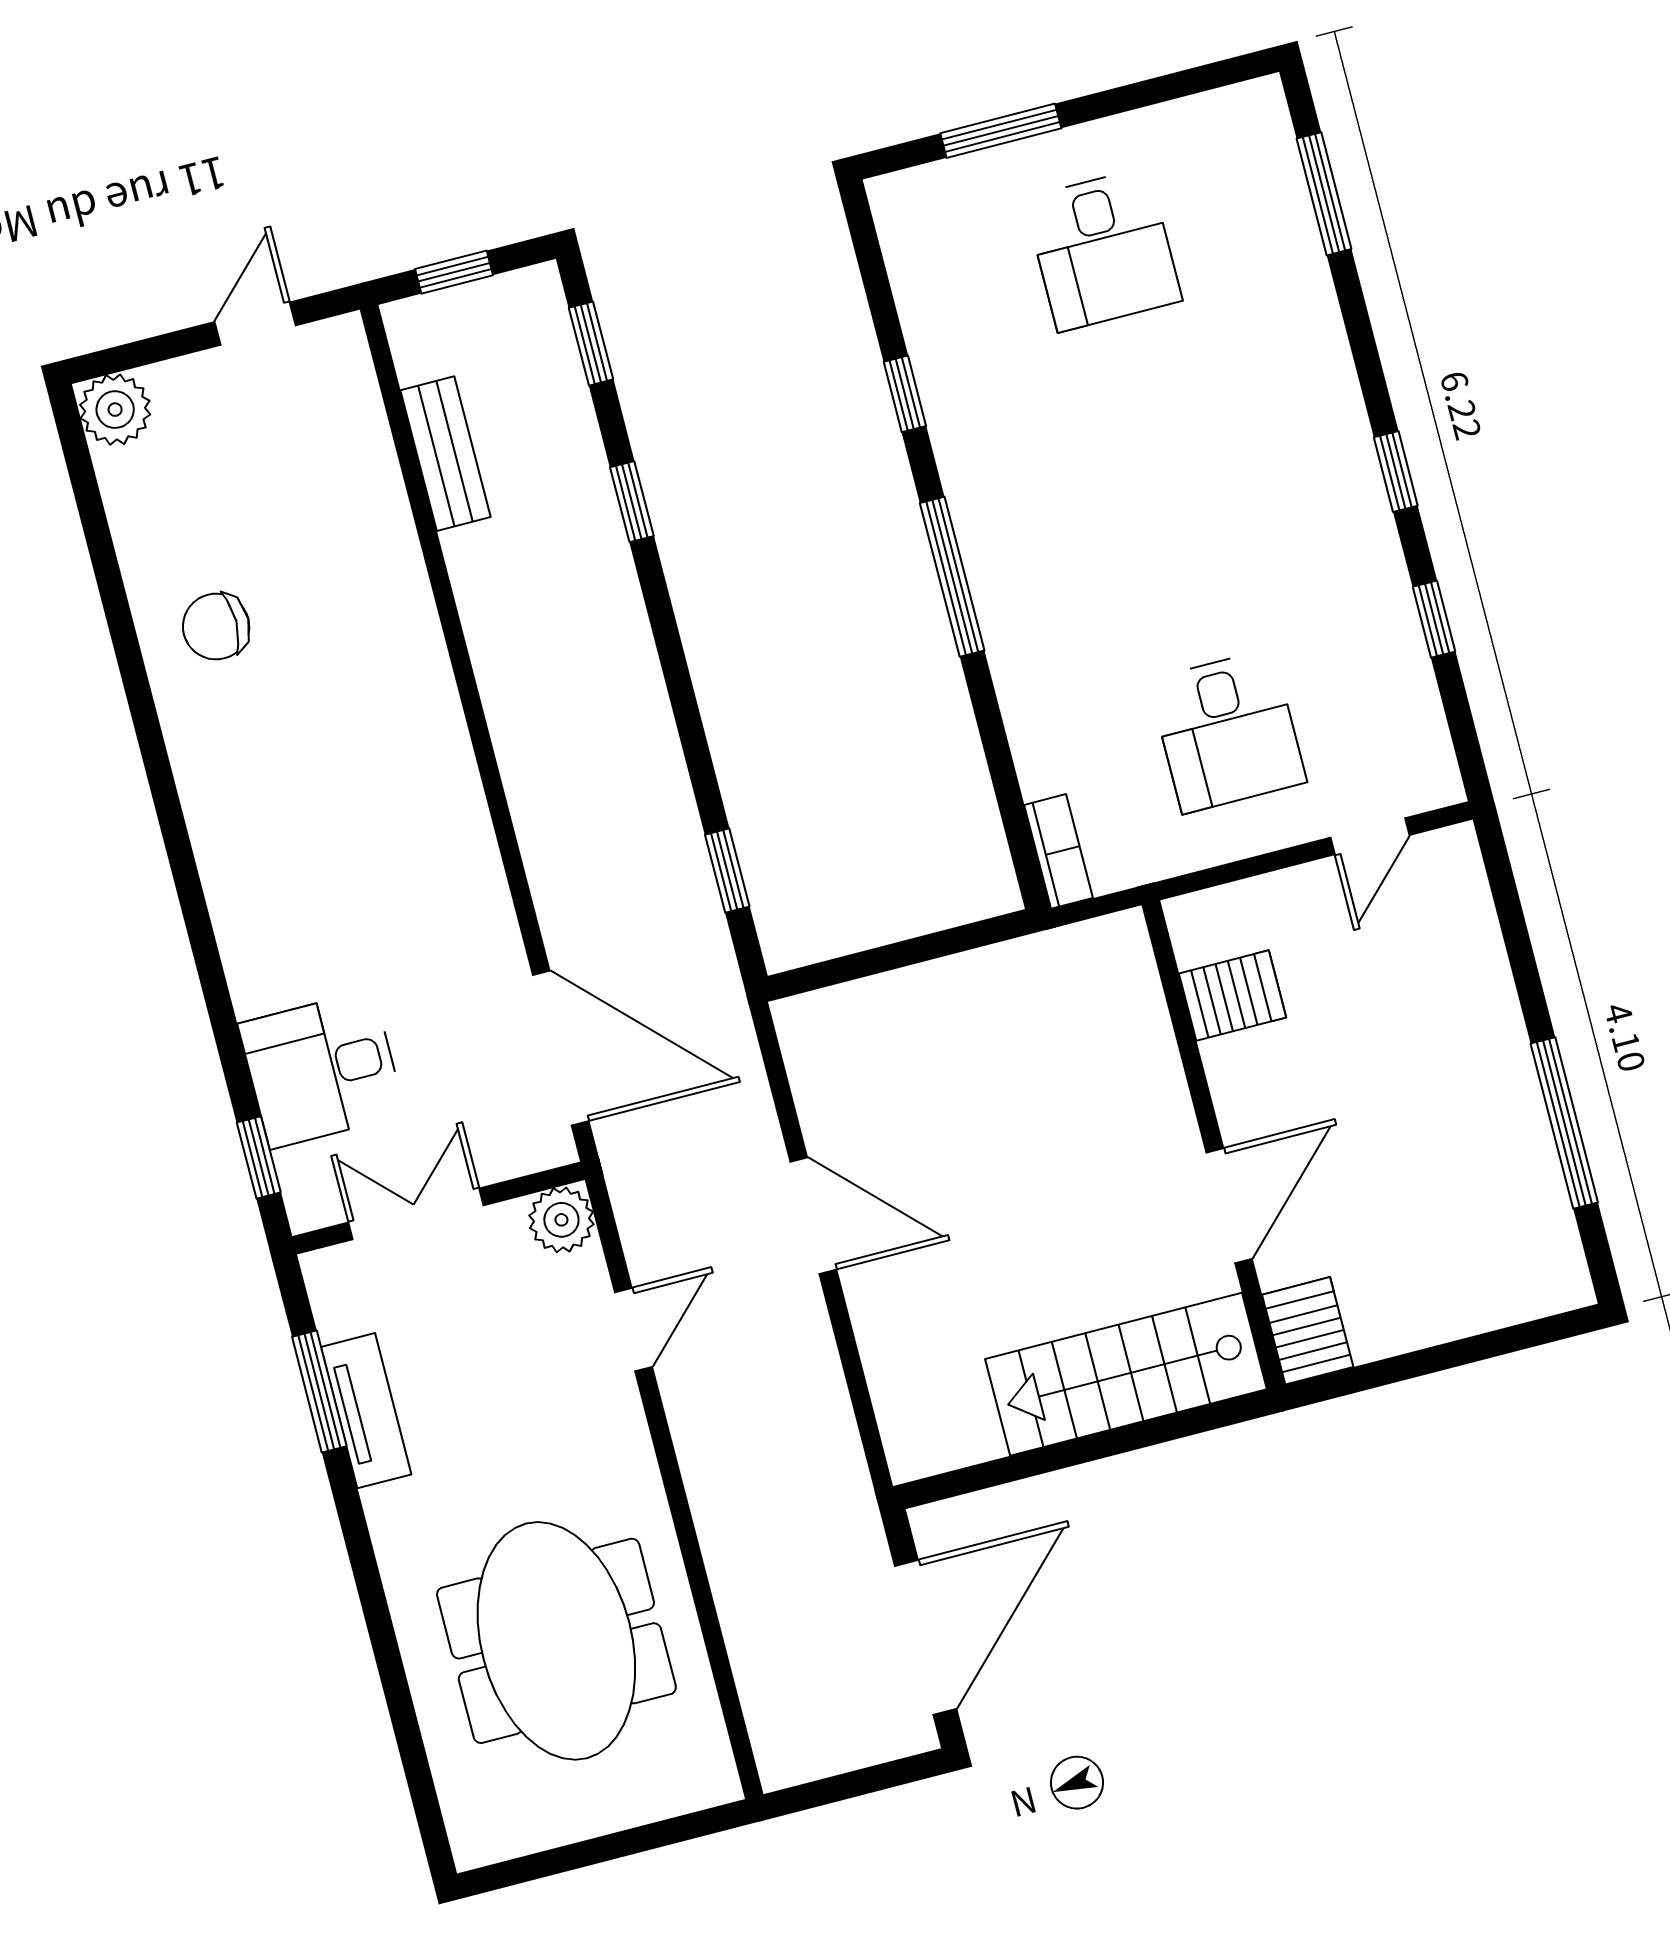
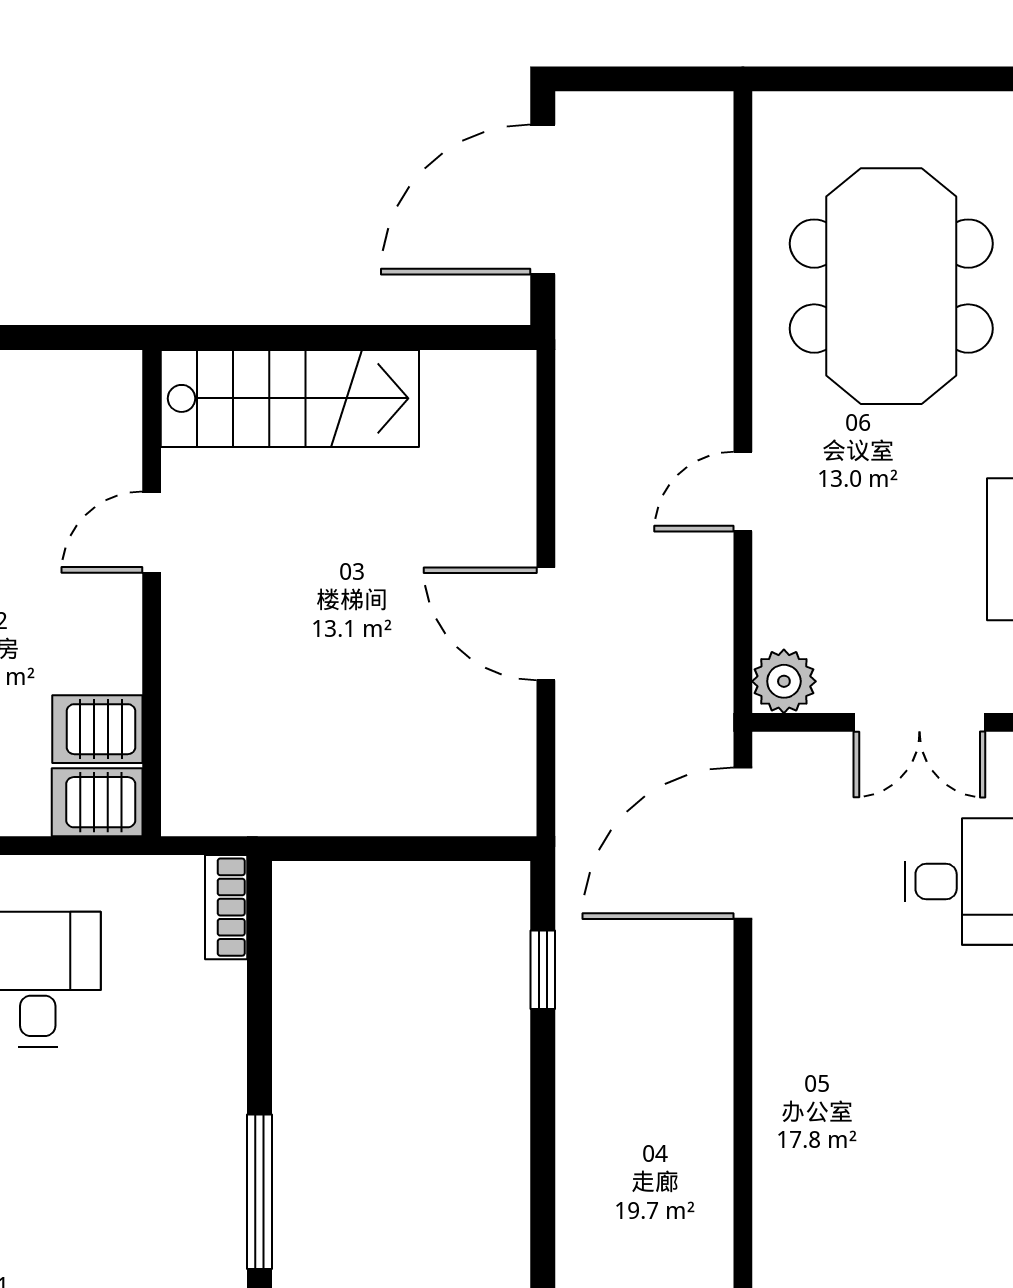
door: (561, 1048) -> (743, 843), hinge flipped
door: (1229, 1206) -> (152, 532), width x0.73
door: (633, 1330) -> (743, 492), moved
server rack: (1308, 1331) -> (97, 802), moved, turned 90

